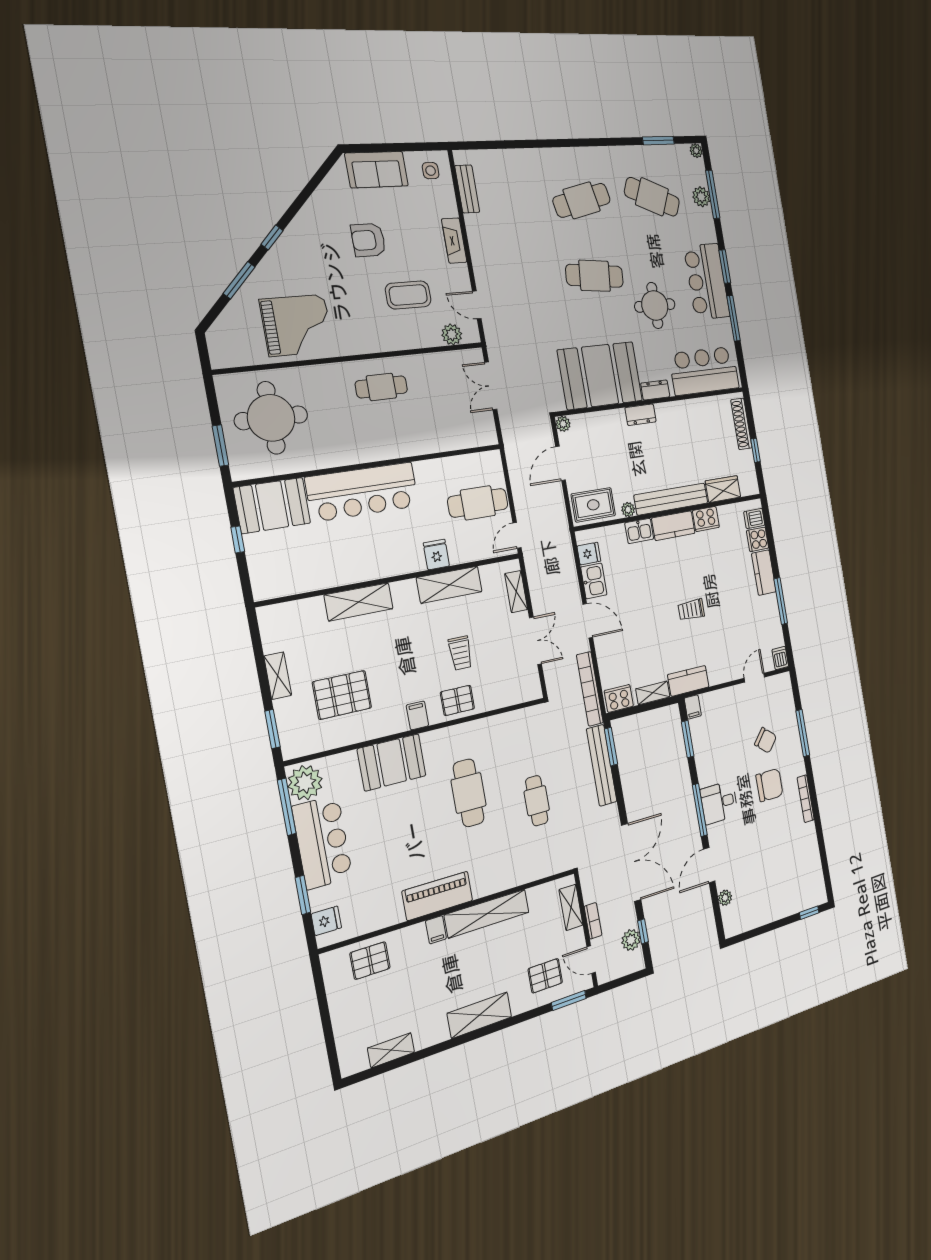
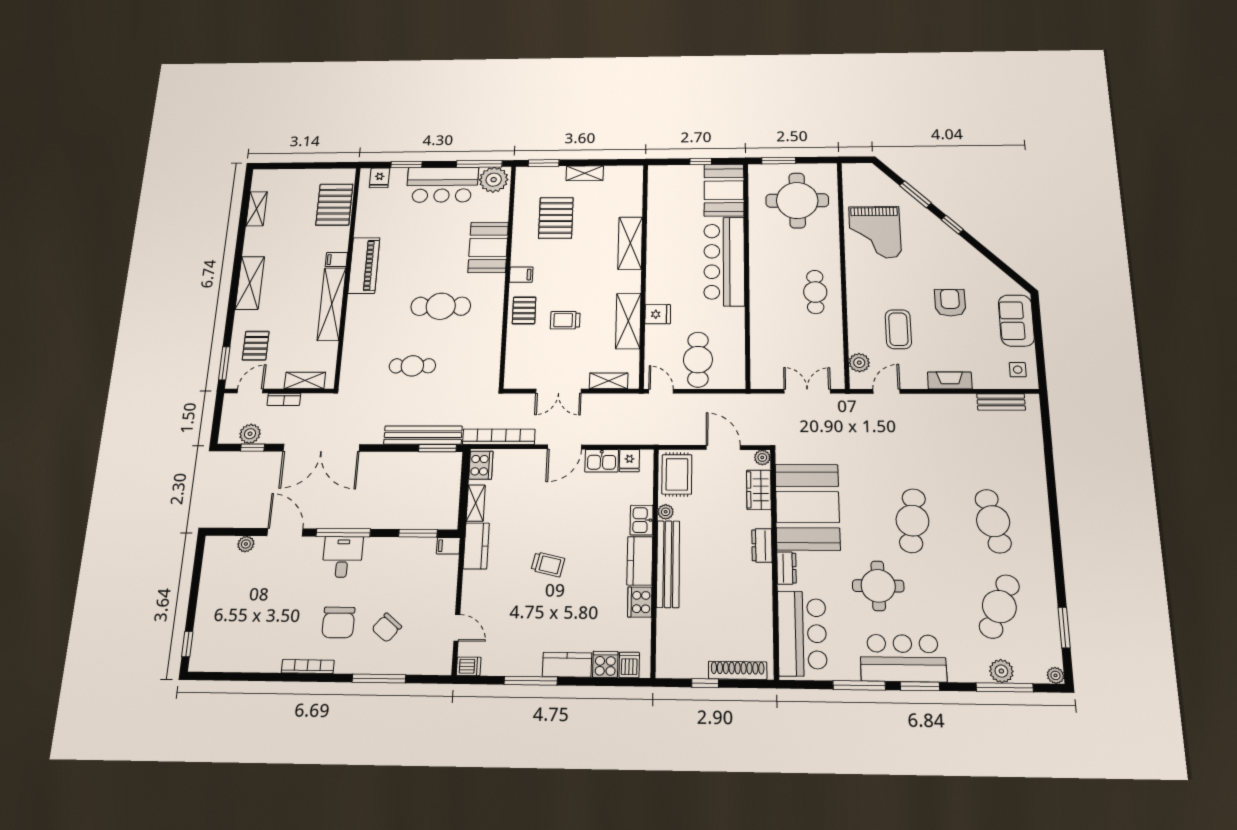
wardrobe: (723, 489) -> (759, 490), moved, turned 180
trolley: (691, 610) -> (548, 564), turned 103
pallet: (370, 961) -> (334, 205), width x1.50, depth x1.42

